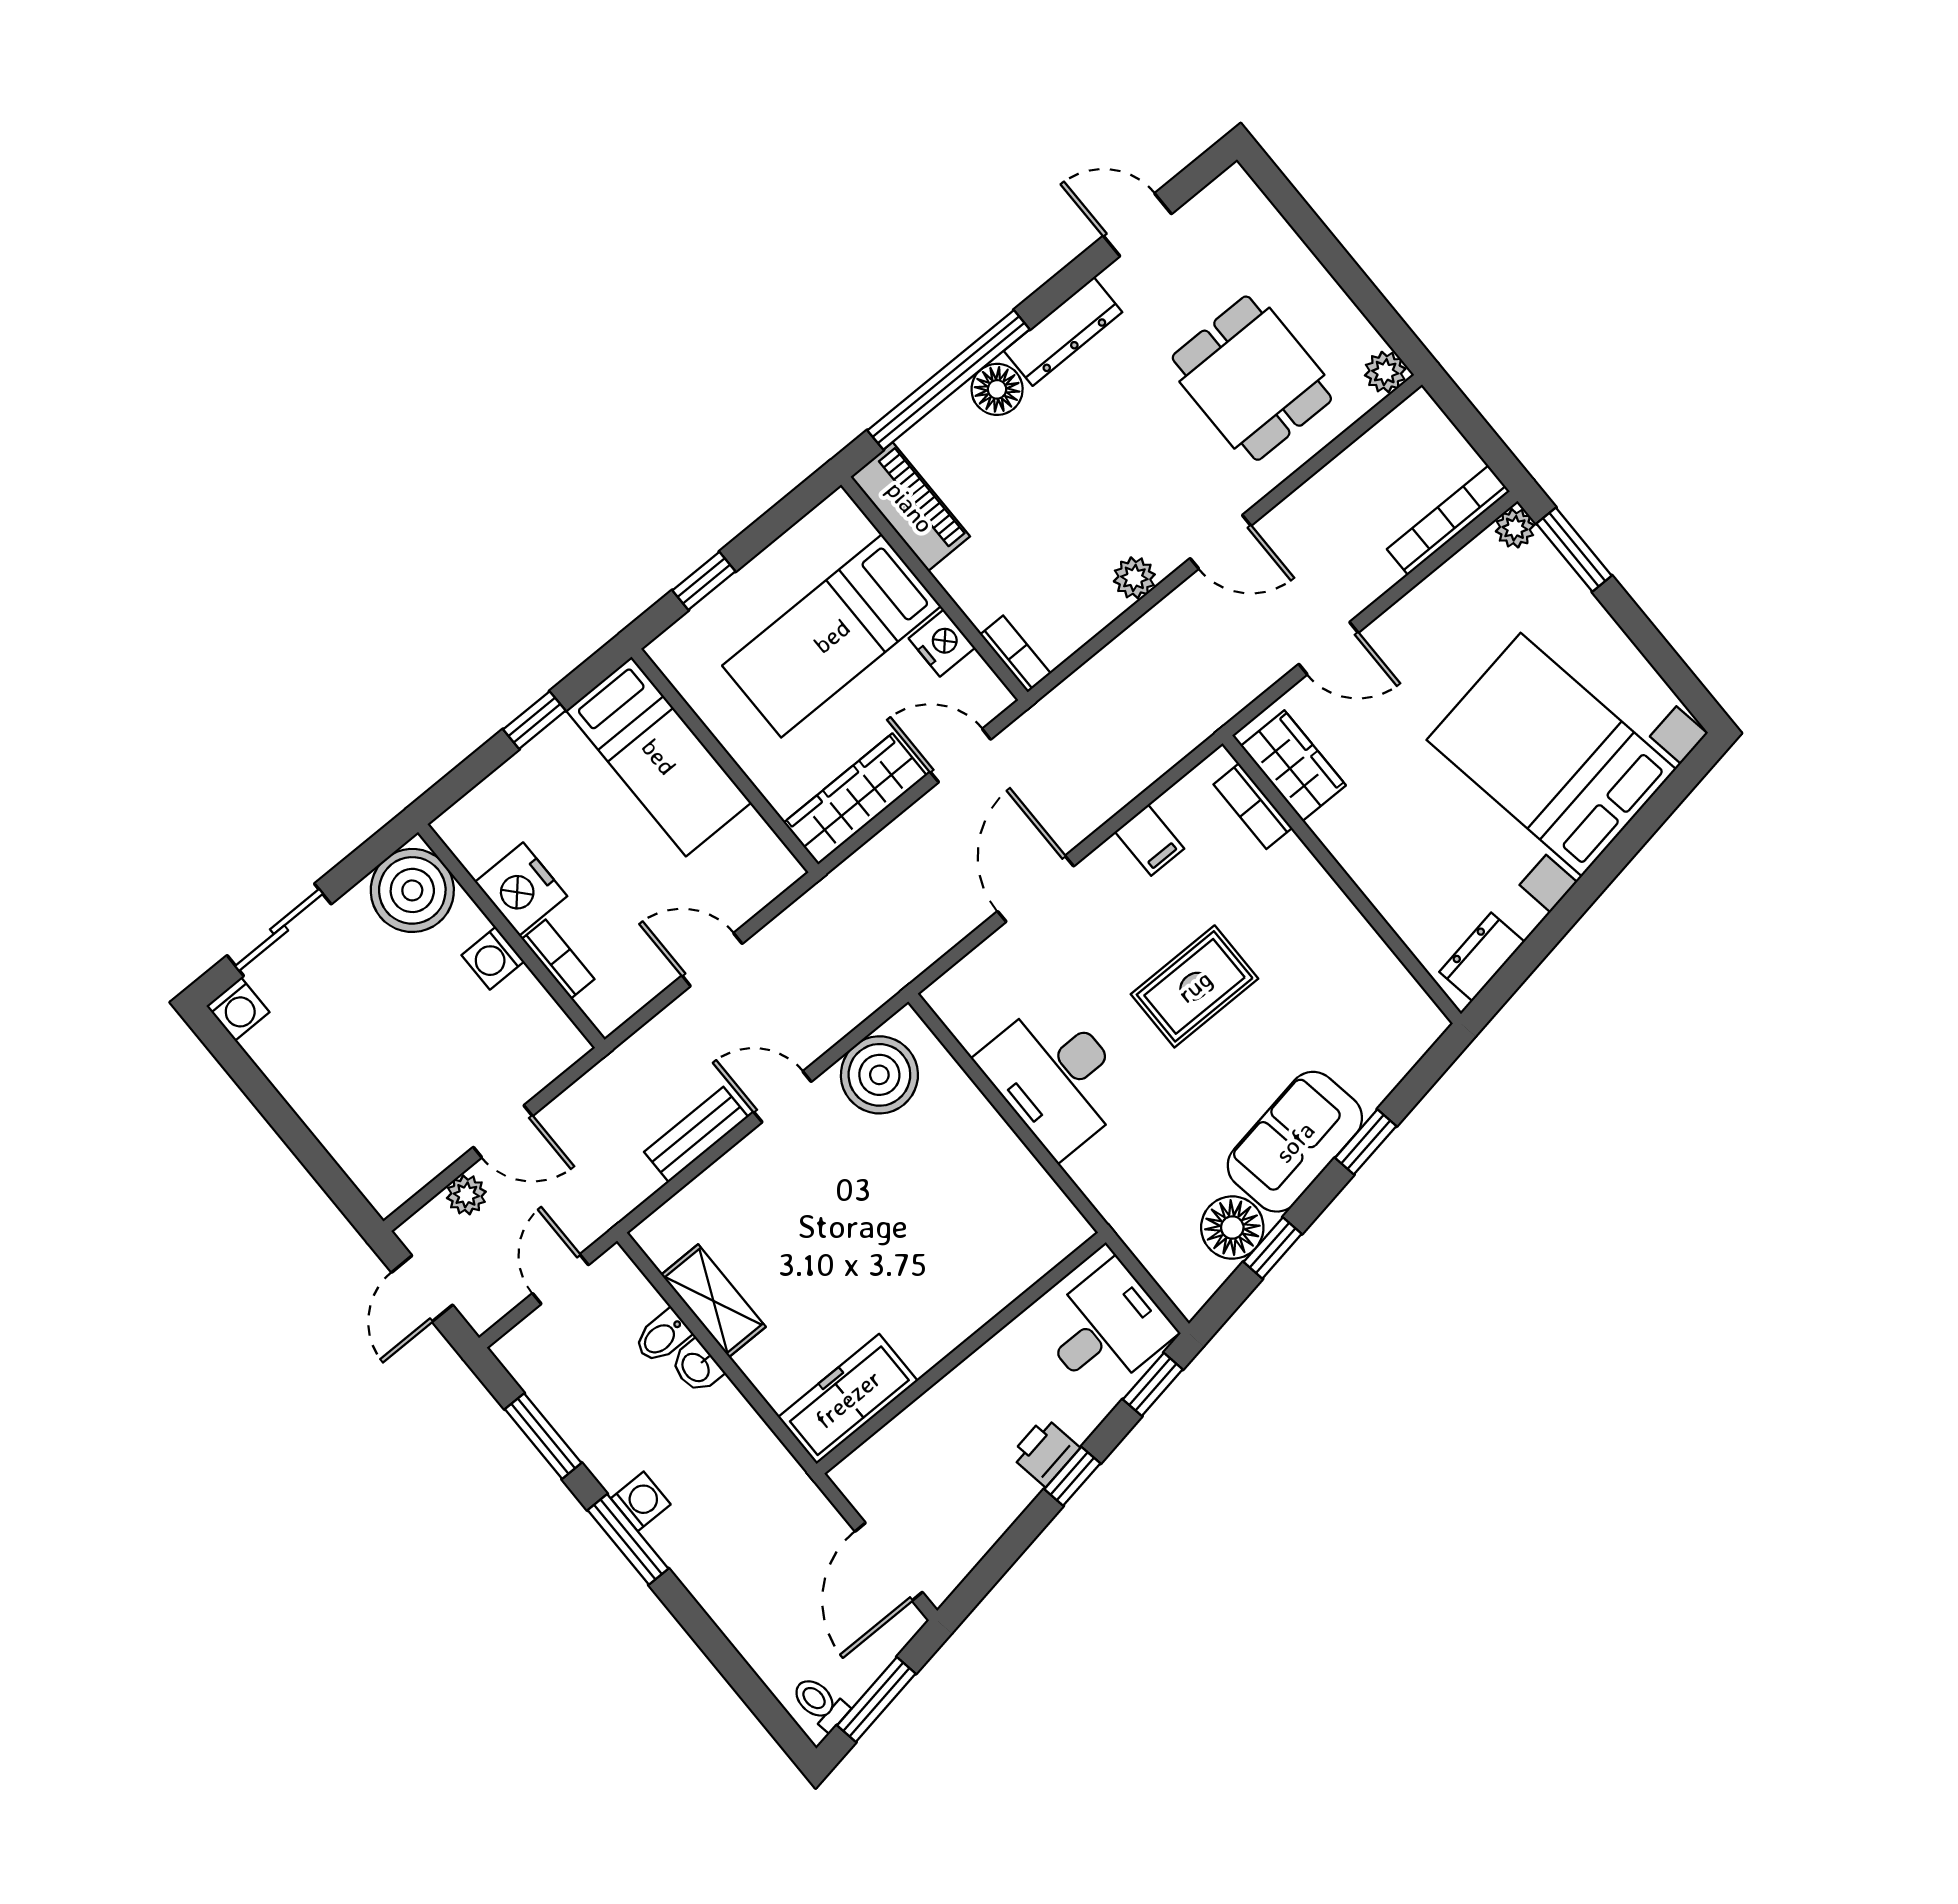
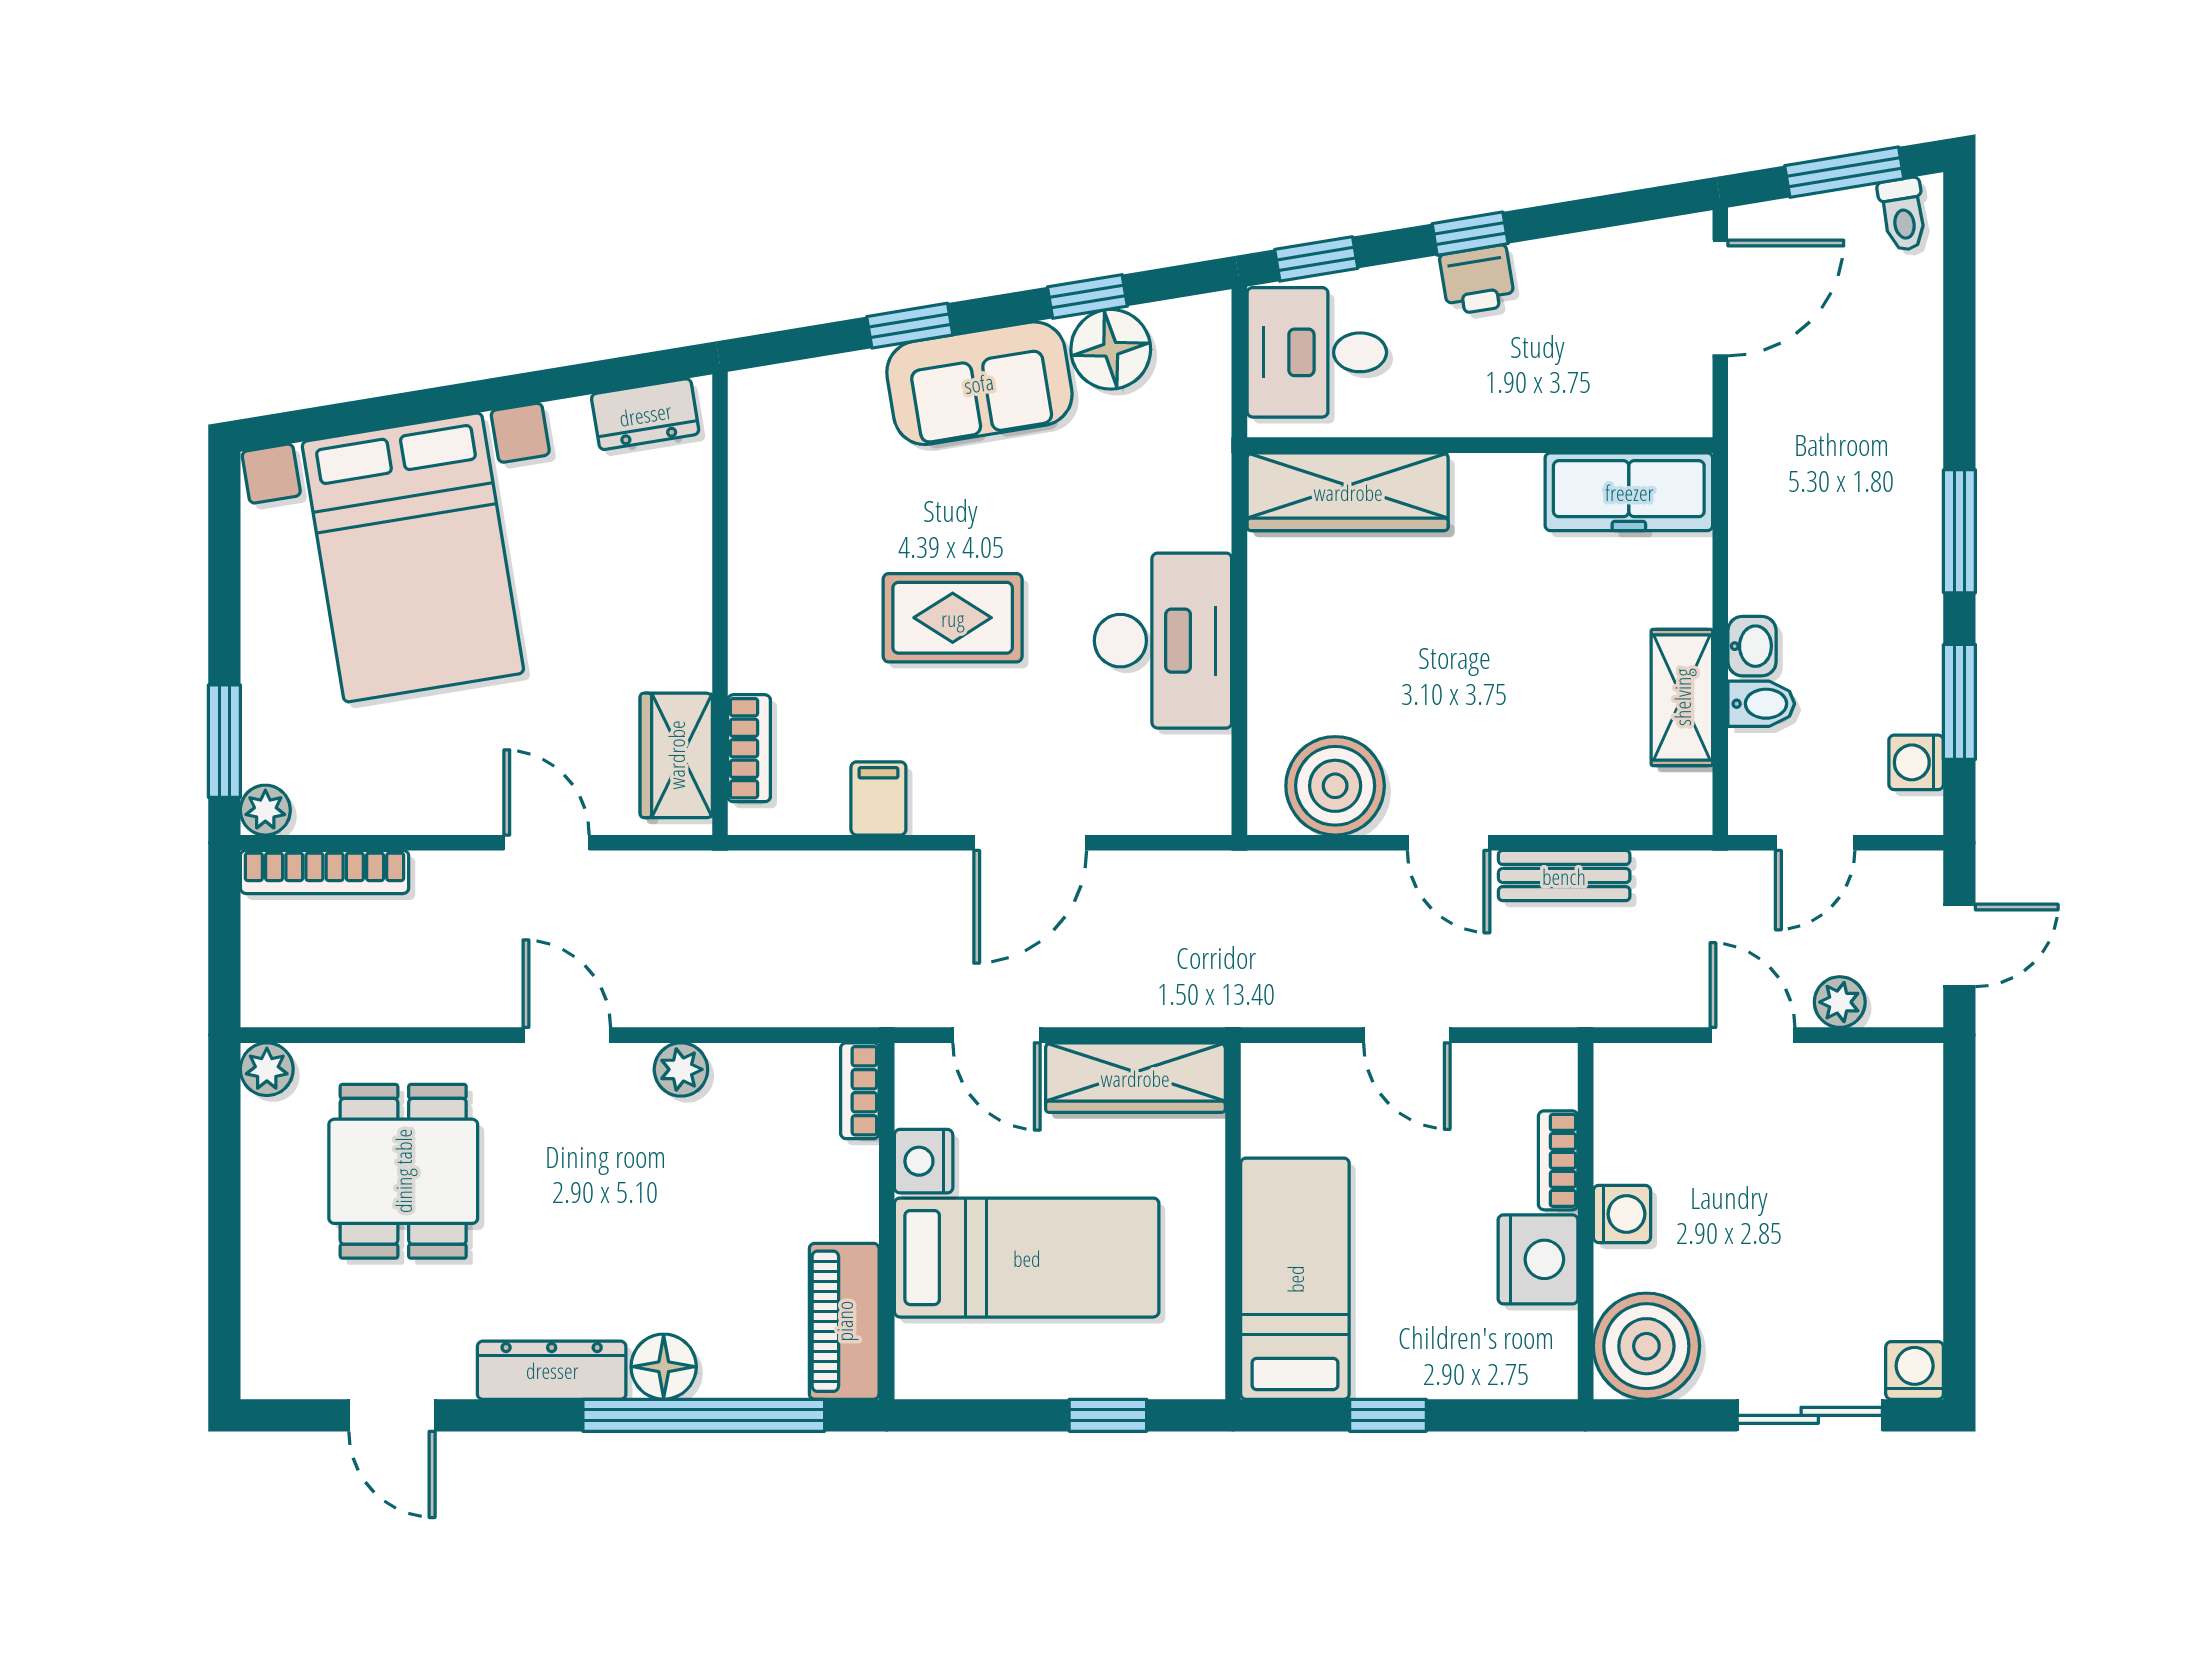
wardrobe: (1018, 1259) -> (1348, 492), added
washing machine: (641, 1501) -> (1916, 762), moved

